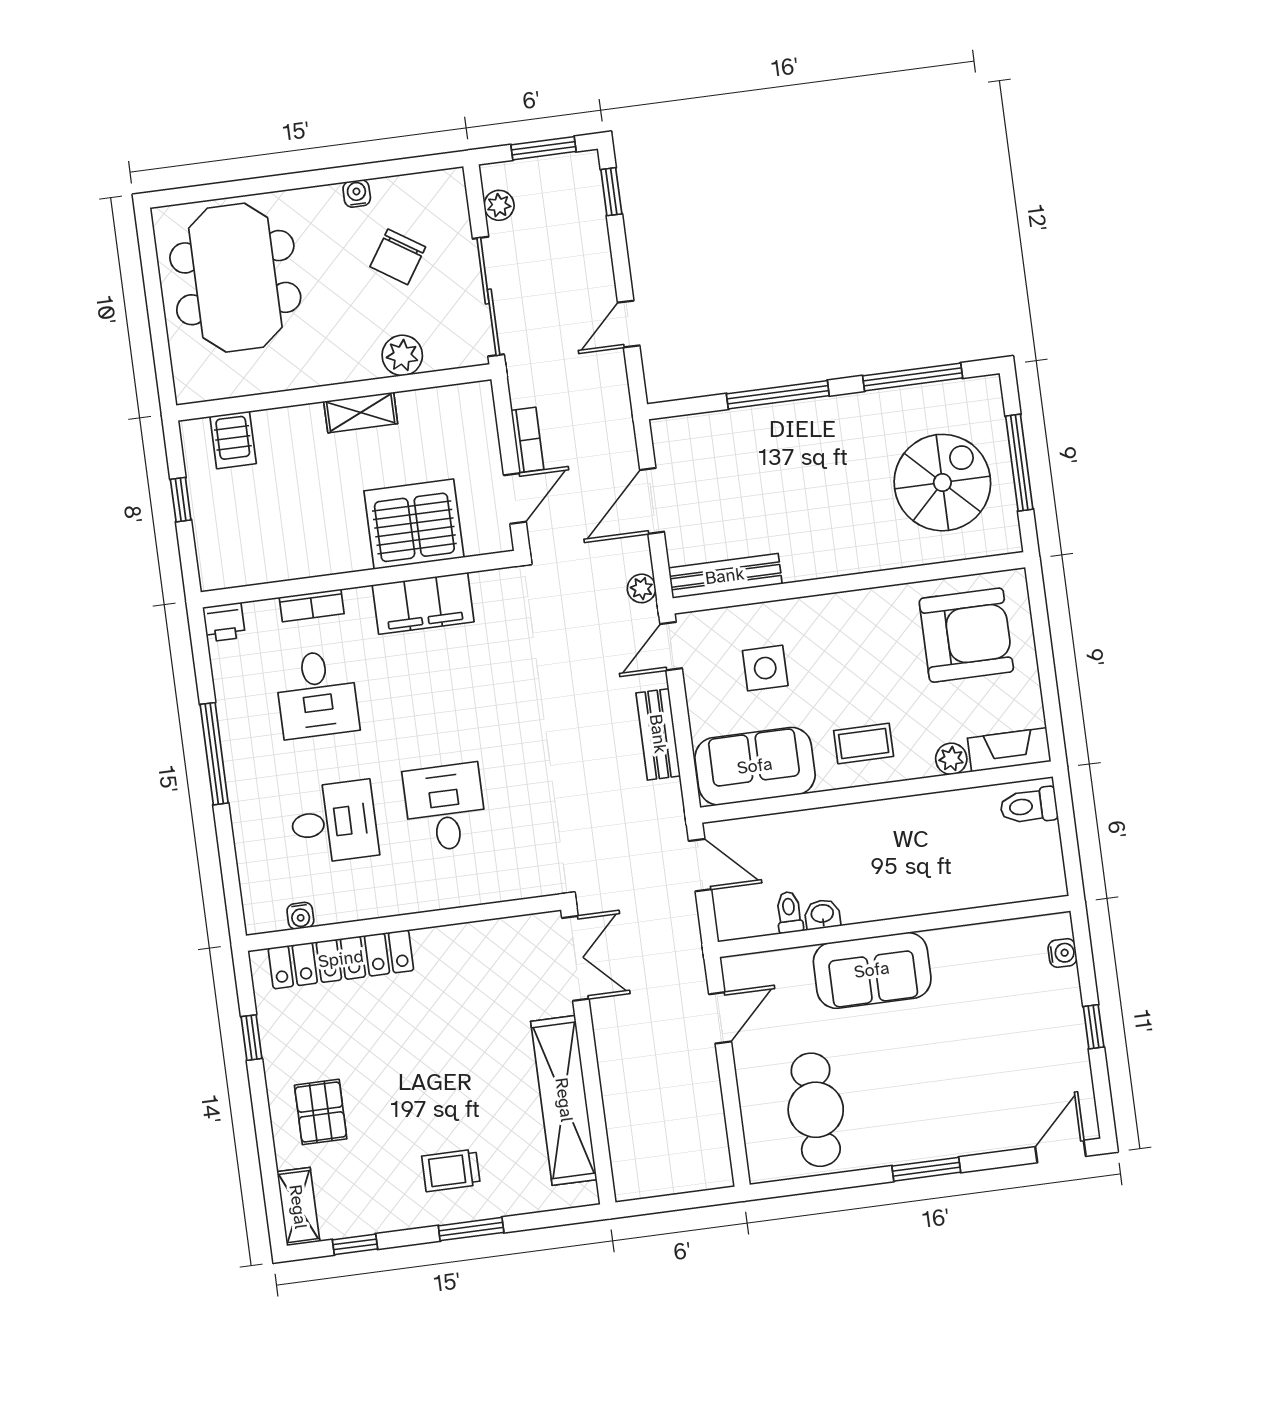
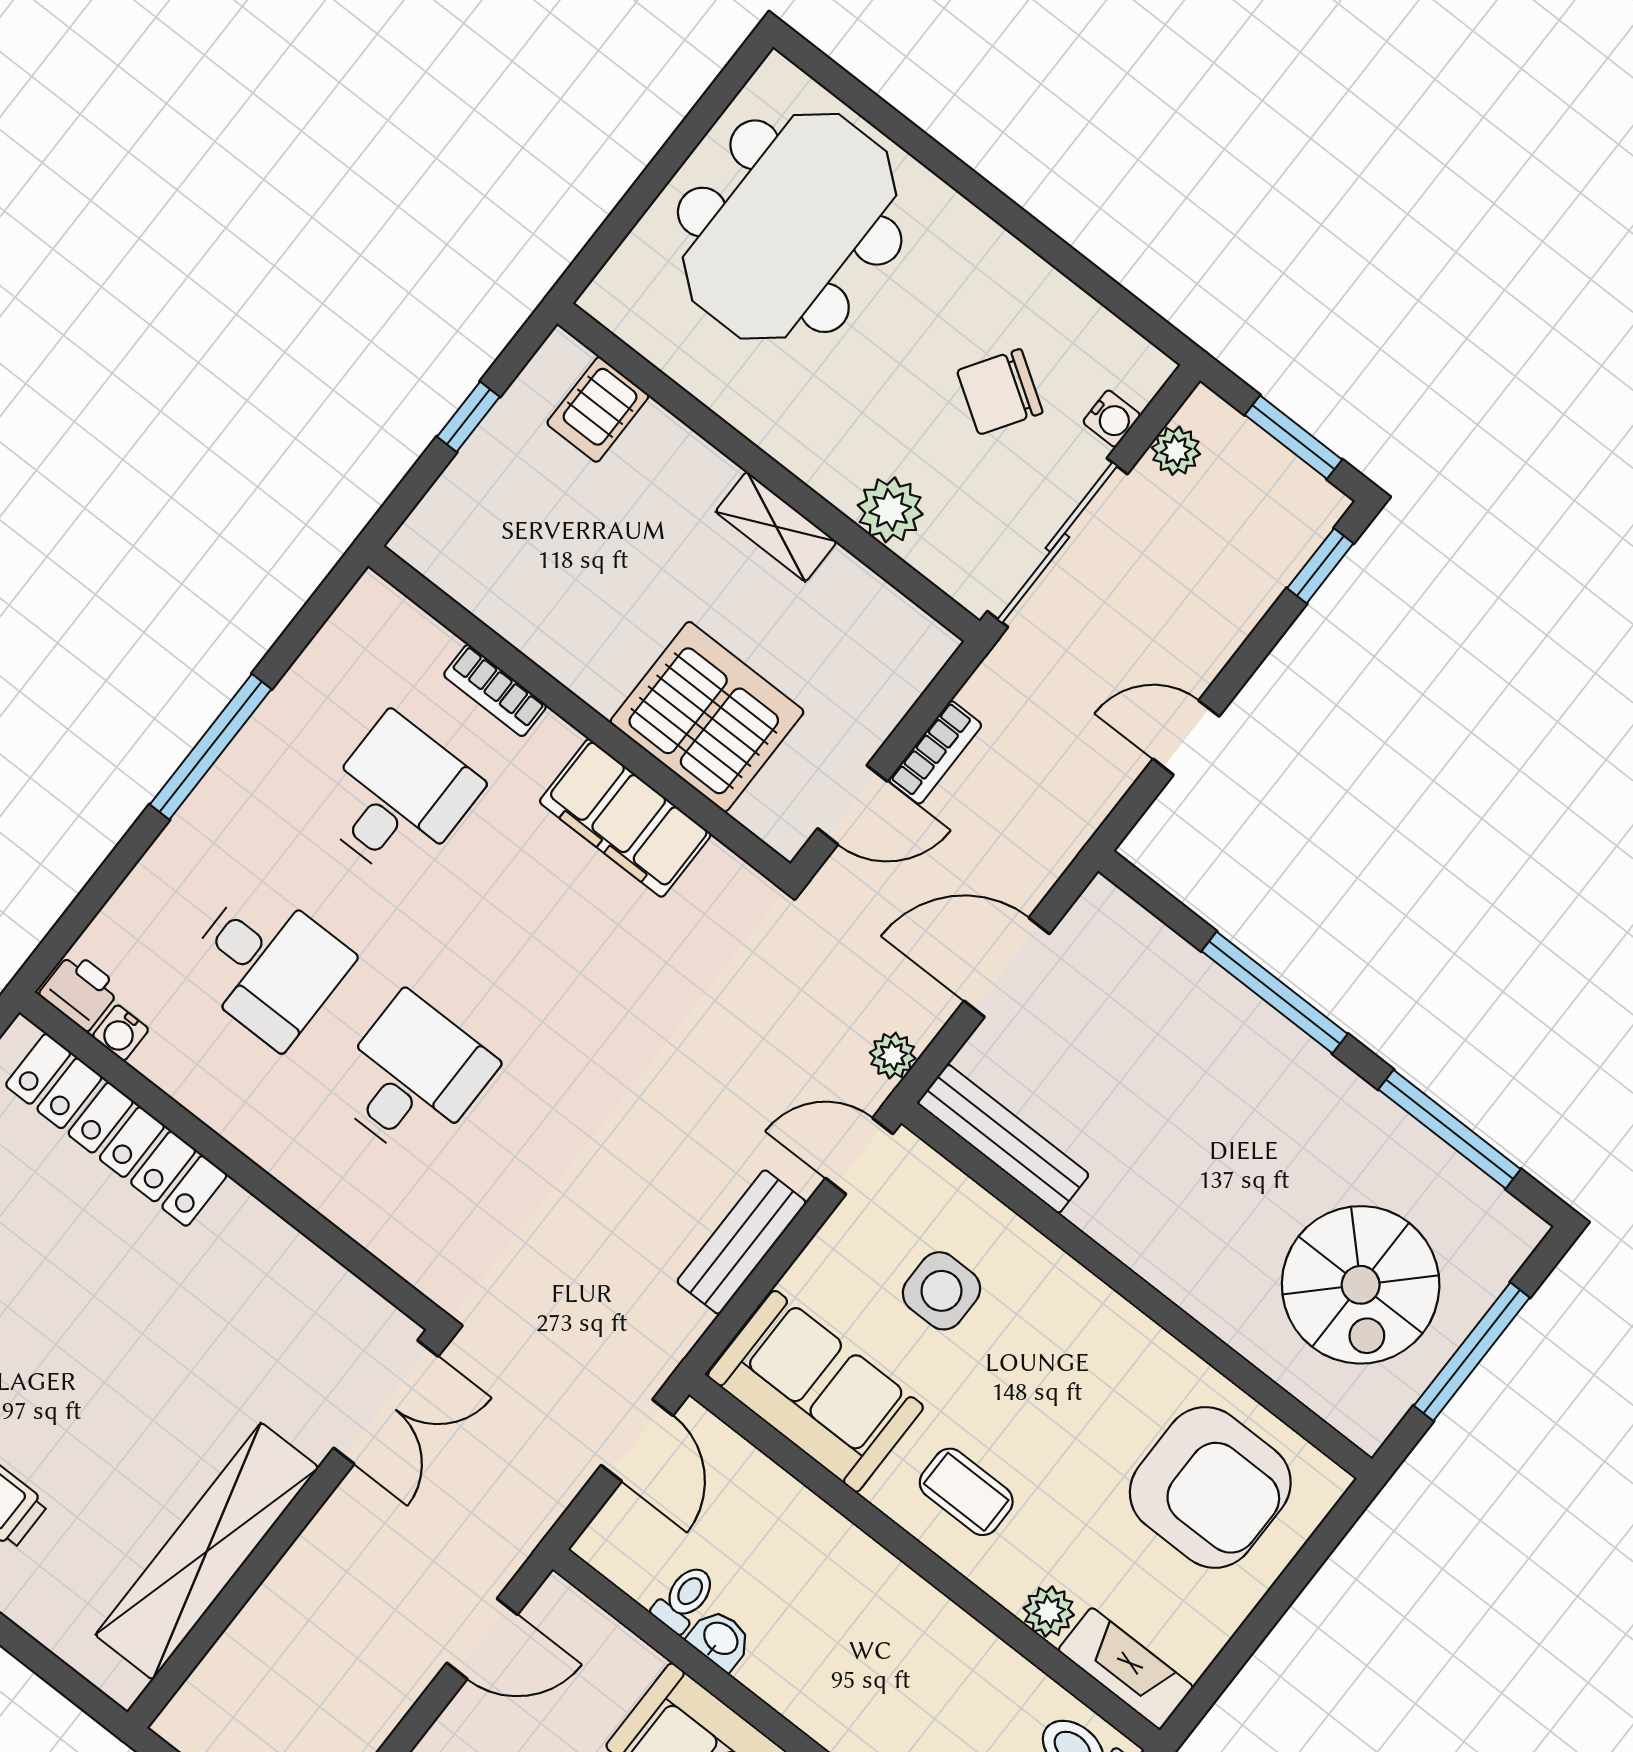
water cooler: (357, 194) -> (1112, 419), moved, turned 90
spiral stairs: (942, 483) -> (1361, 1285), turned 90
printer: (224, 622) -> (80, 991), moved, turned 180
desk: (317, 694) -> (398, 798), turned 180

